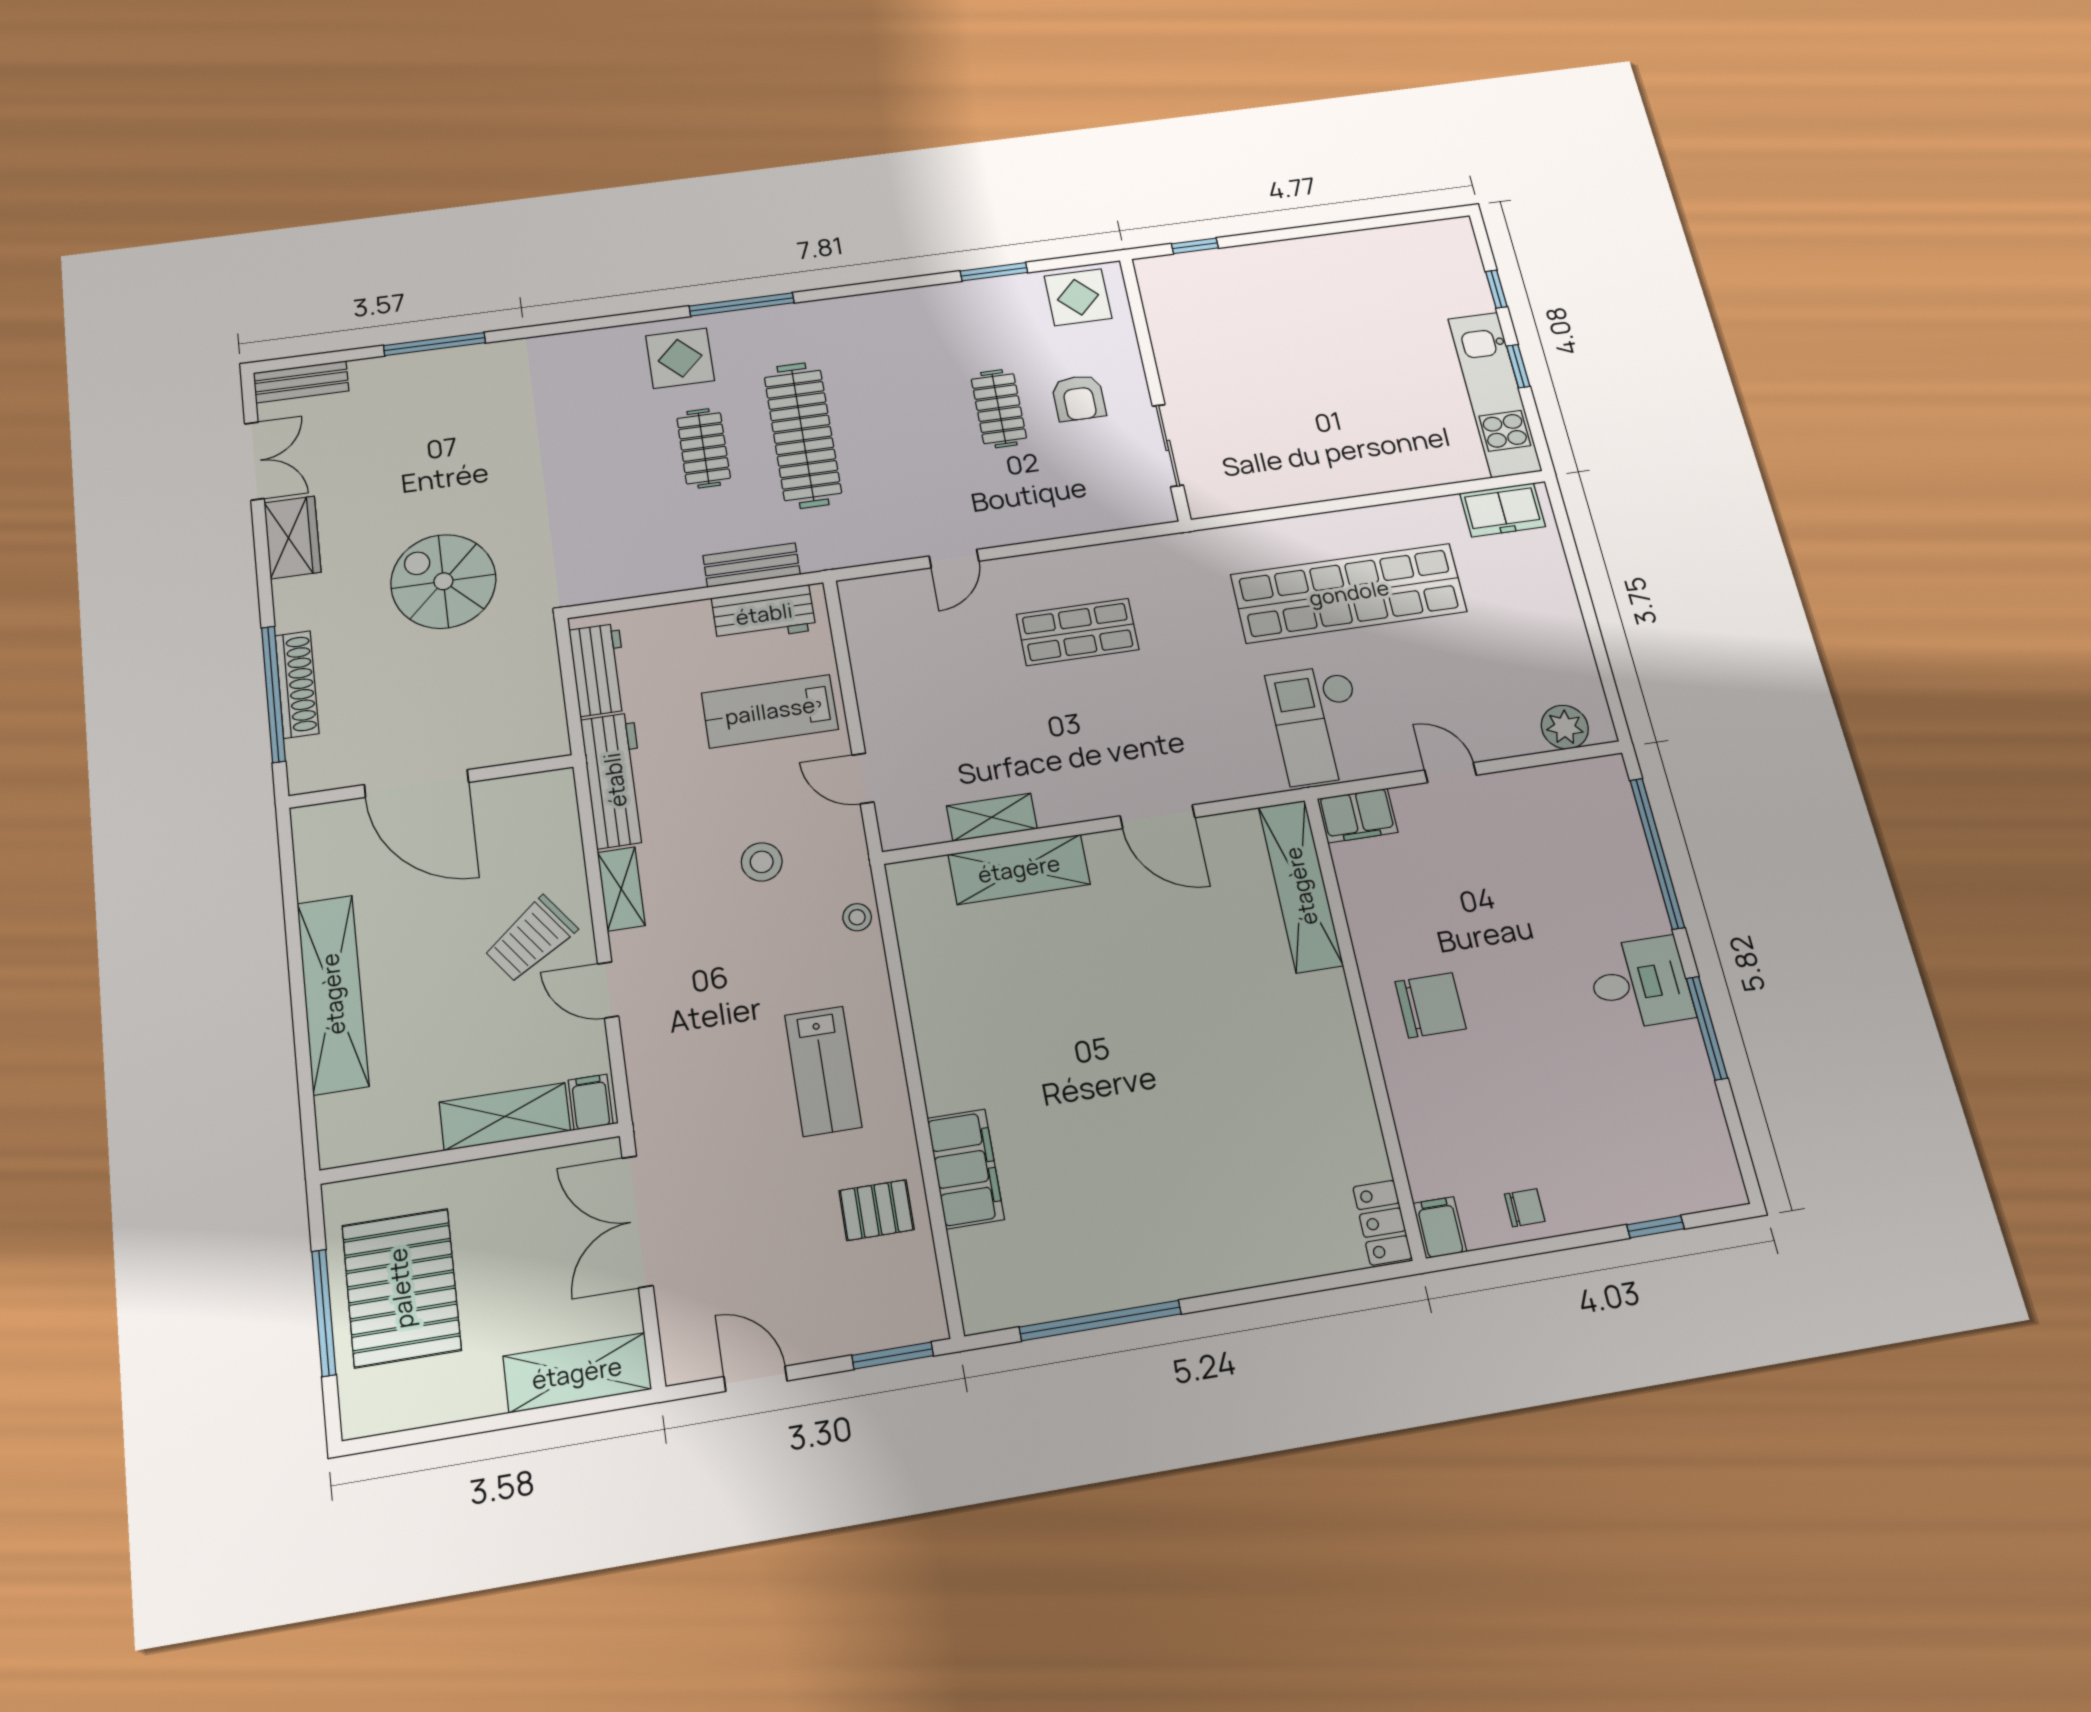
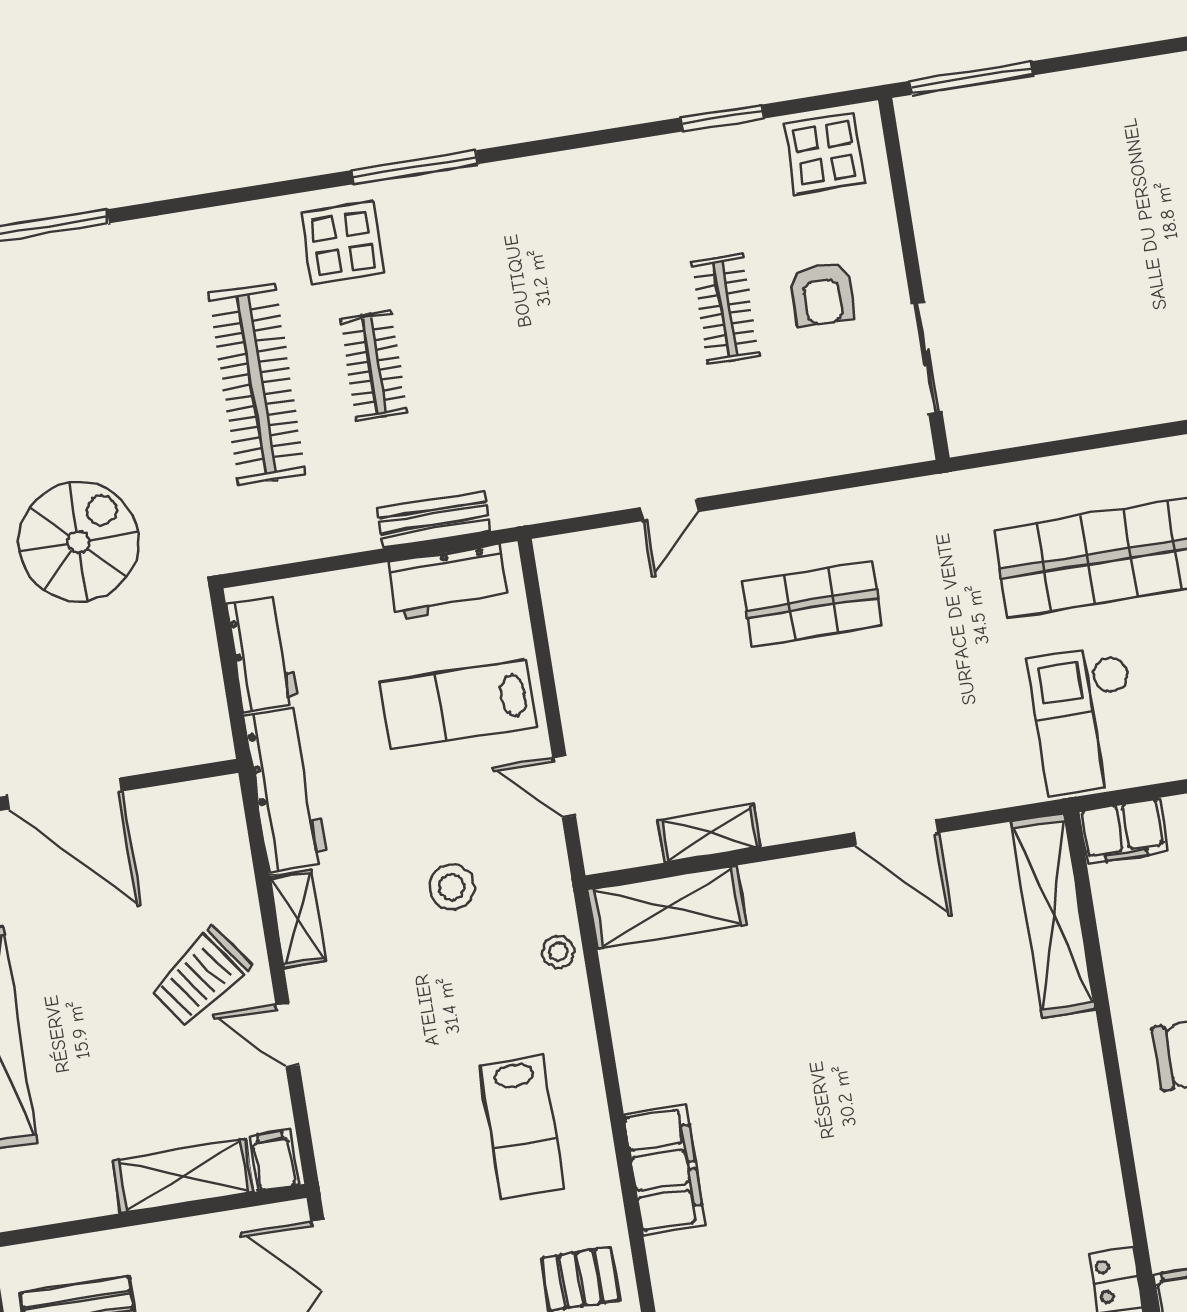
window: (1195, 246) -> (971, 78), width x2.17
clothes rail: (803, 435) -> (257, 384), moved
spiral stairs: (443, 581) -> (79, 542), turned 90
shelving: (1019, 869) -> (667, 907), moved
filing cabinet: (966, 1169) -> (665, 1169), moved

